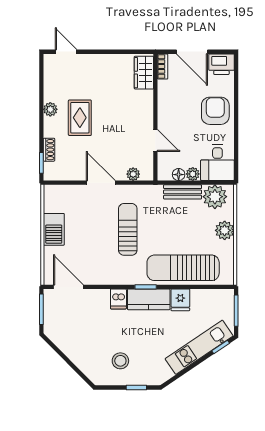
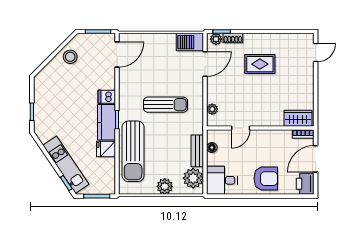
plant: (50, 109) -> (216, 39), moved
plant: (193, 174) -> (212, 159), removed
door: (101, 183) -> (205, 64), moved
barbecue: (54, 229) -> (190, 42), moved
sun lounger: (183, 268) -> (133, 151), turned 180
stool: (120, 361) -> (70, 57), moved

